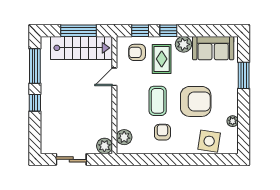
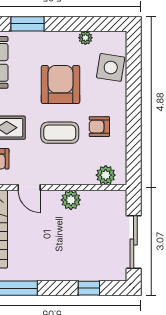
window: (35, 103) -> (89, 288), moved
plant: (104, 146) -> (71, 200), moved
sliding door: (71, 159) -> (134, 242), width x1.37

